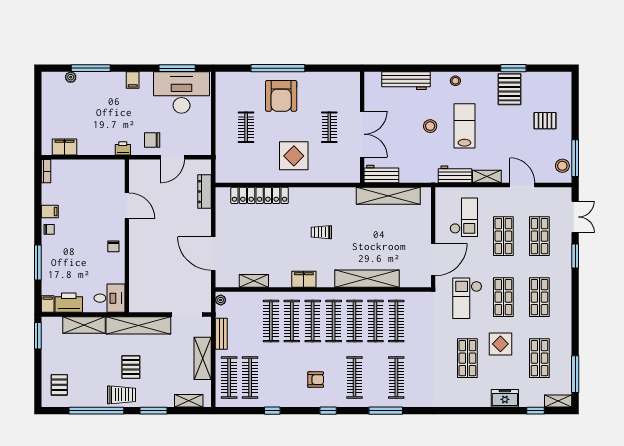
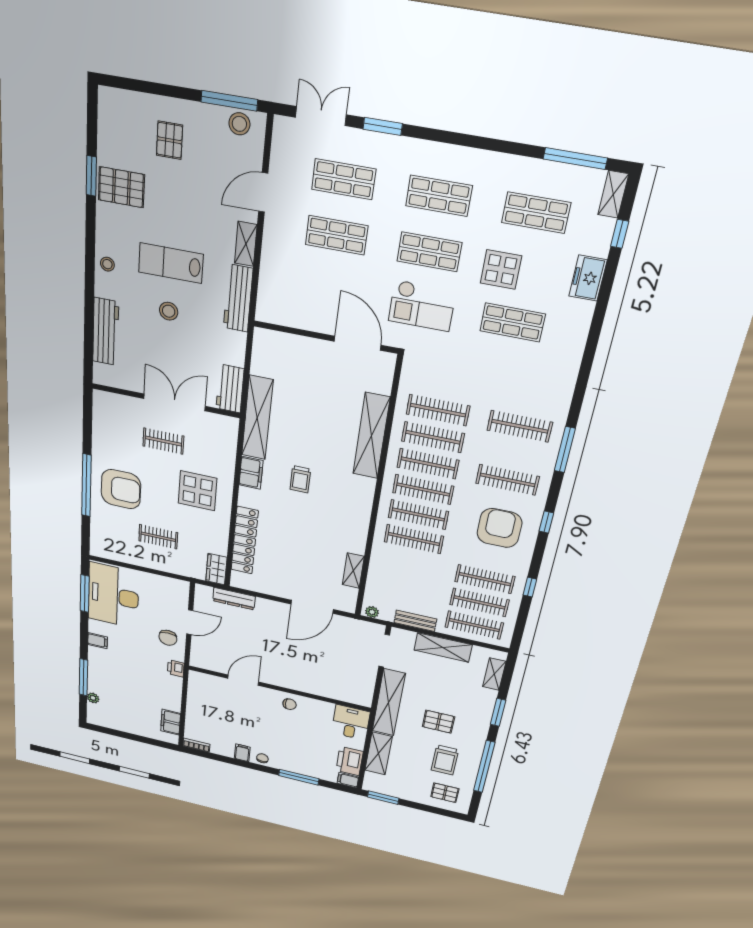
door: (172, 157) -> (190, 622), hinge flipped
workbench: (455, 174) -> (238, 298), width x1.37
wardrobe: (228, 175) -> (216, 569), added
shelving: (388, 196) -> (257, 418), moved
checkout: (464, 217) -> (302, 288), removed
filing cabinet: (304, 279) -> (251, 473), moved, turned 180
clothes rail: (271, 321) -> (485, 579), moved
armchair: (316, 380) -> (499, 528), width x1.88, depth x1.88
trolley: (122, 395) -> (445, 760), moved, turned 180

